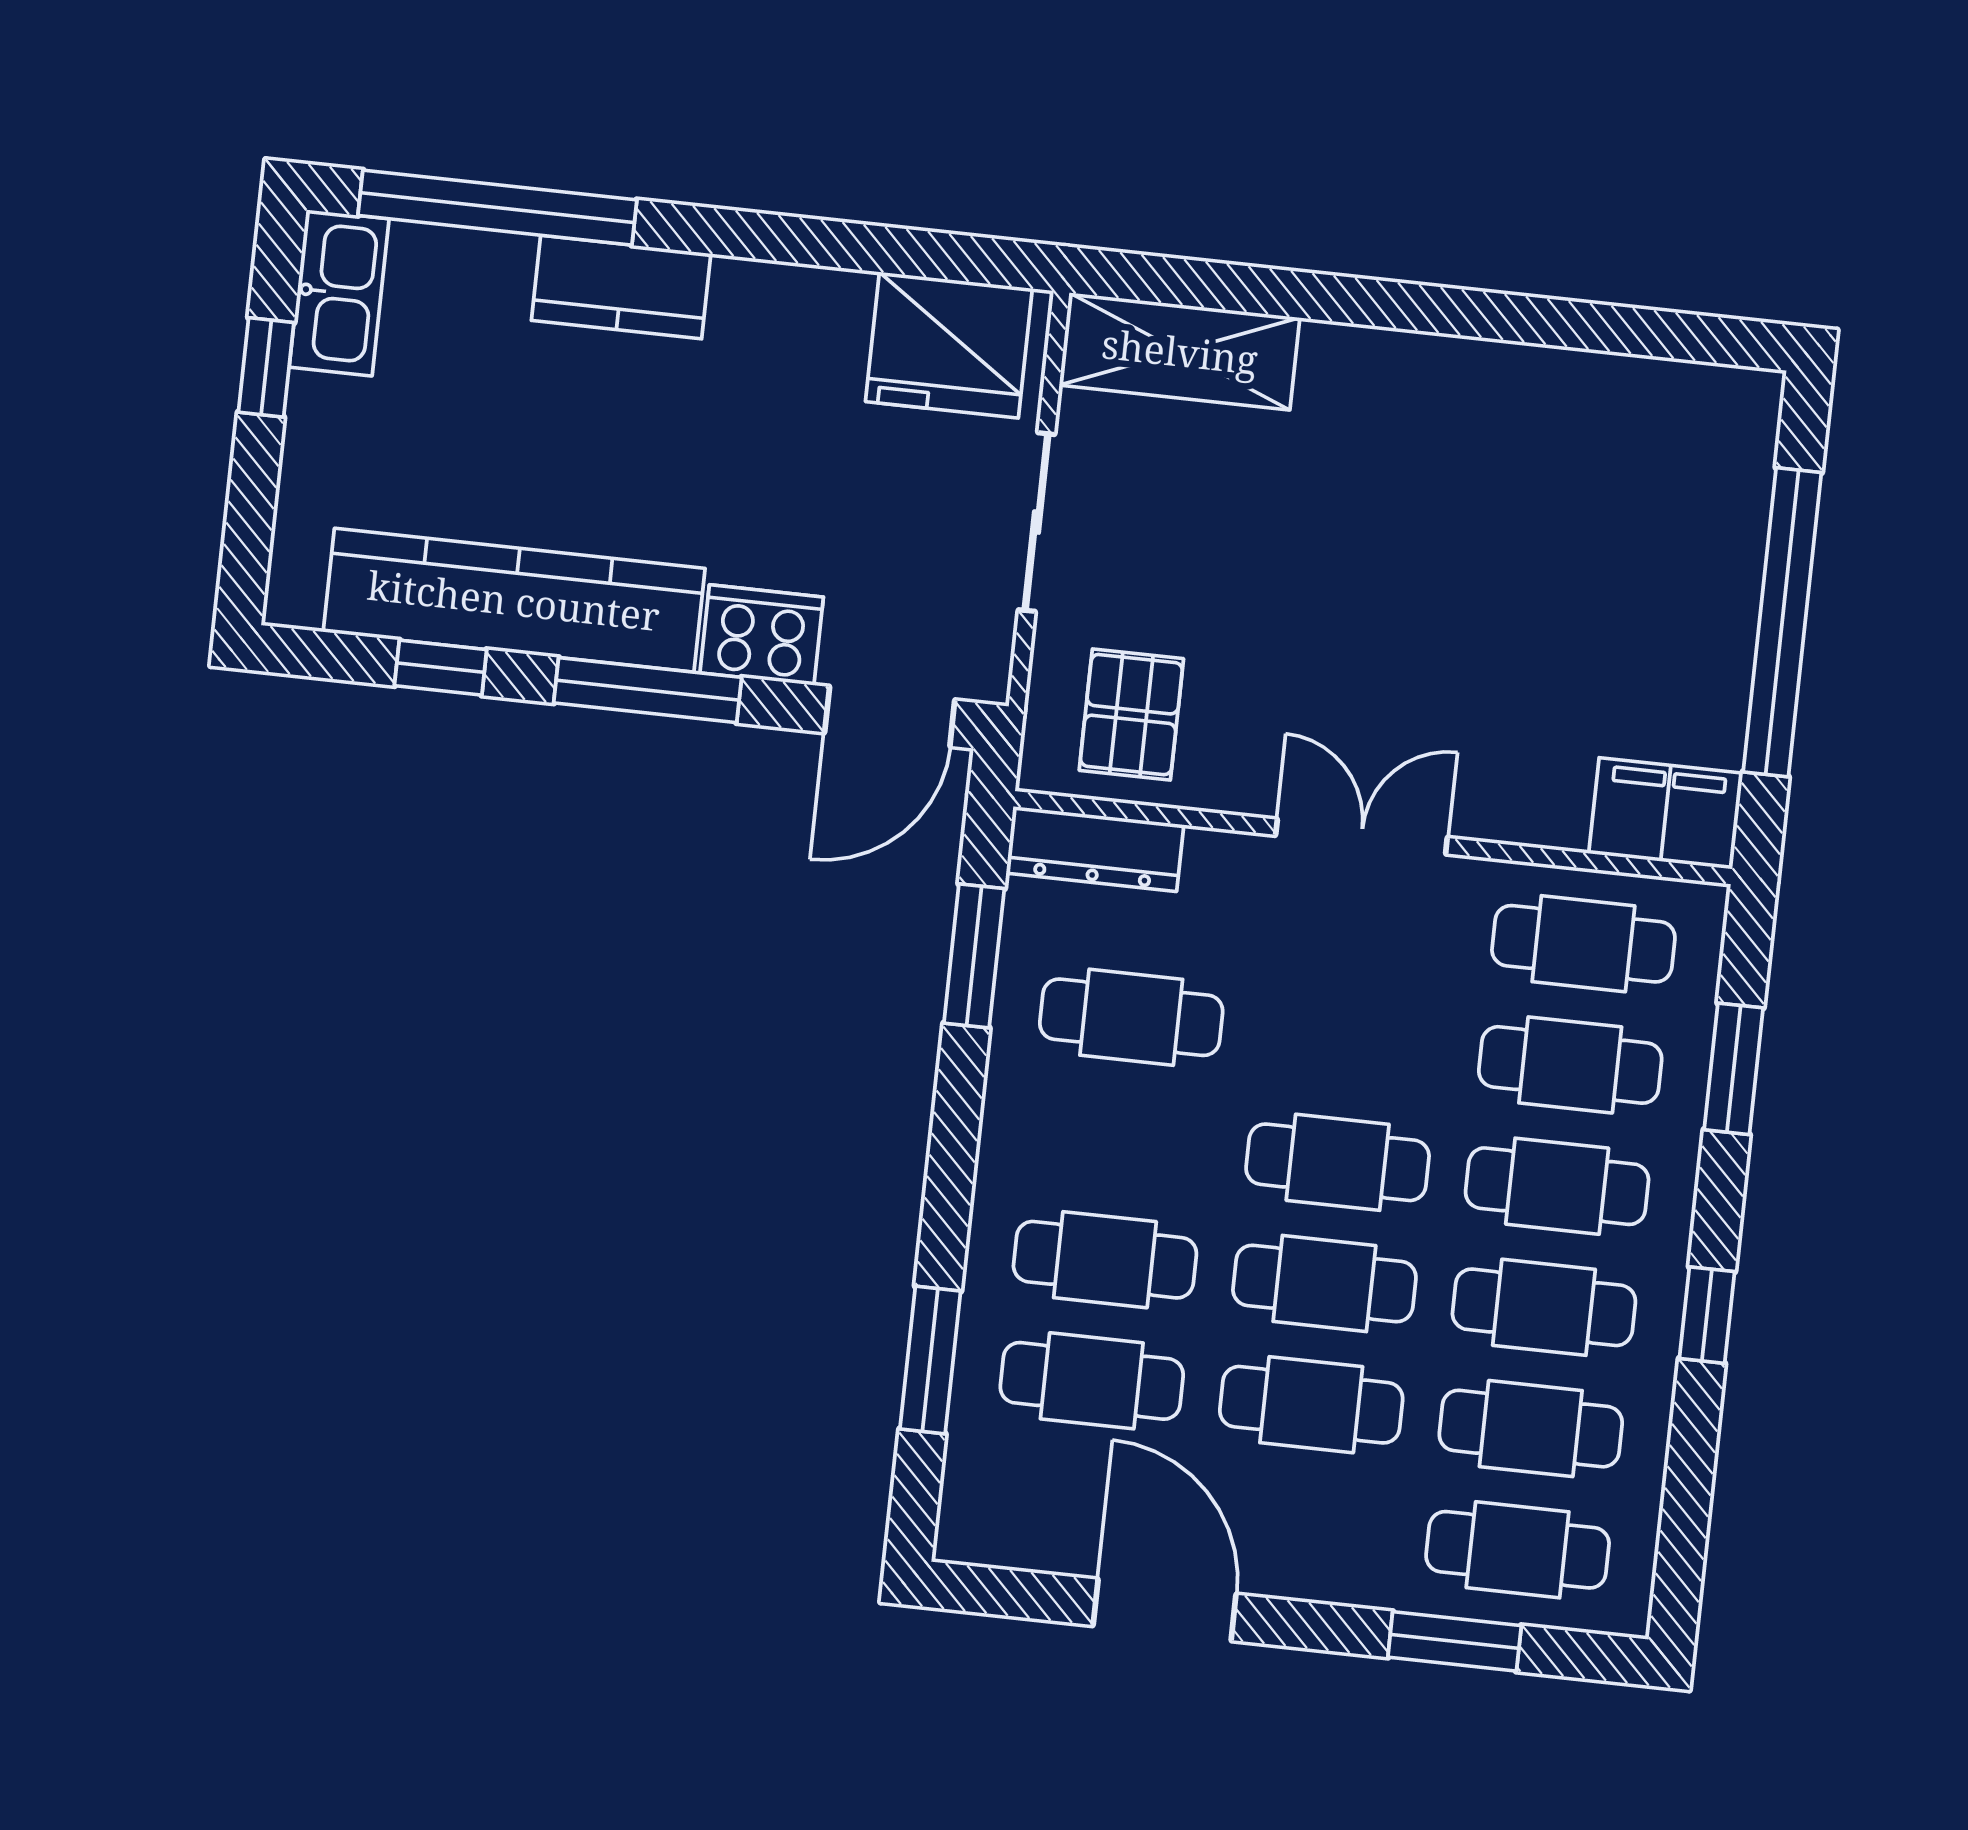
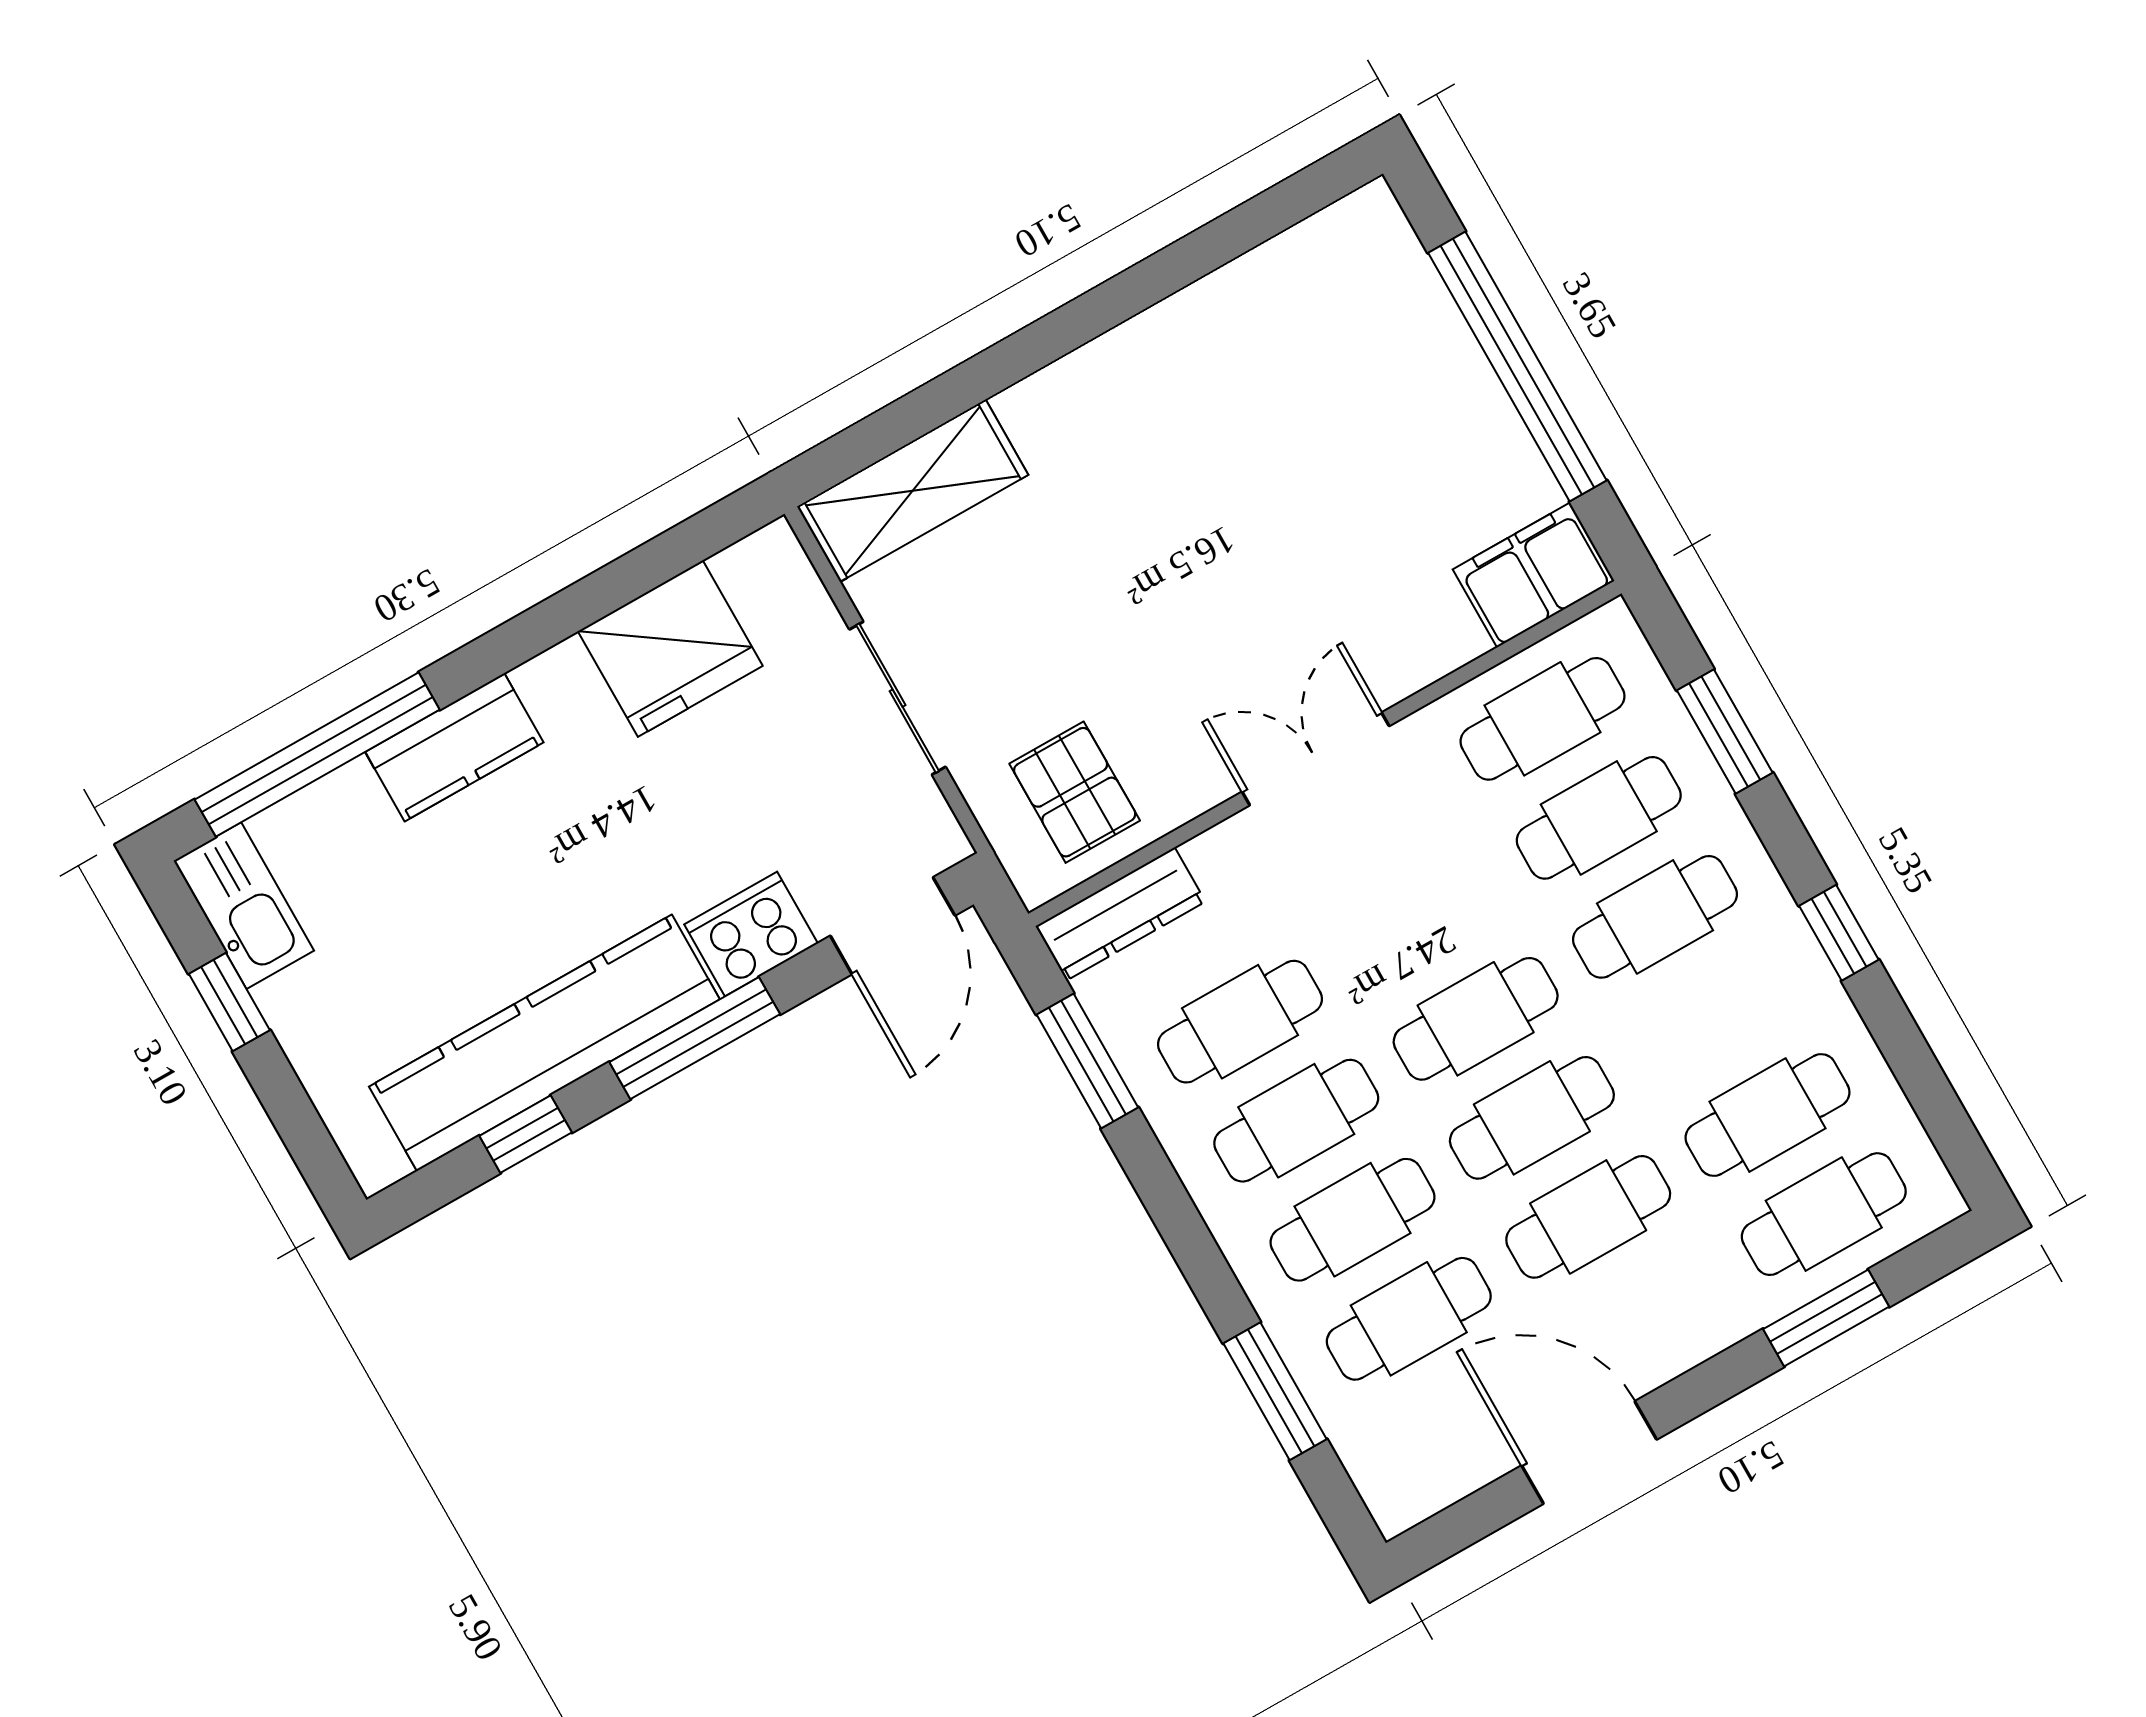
fridge: (949, 345) -> (670, 649), moved
cafe table: (1544, 1307) -> (1296, 1121), moved

